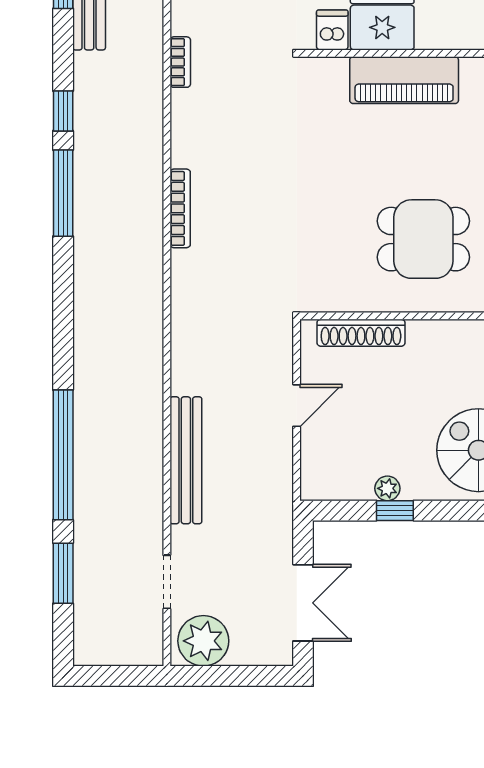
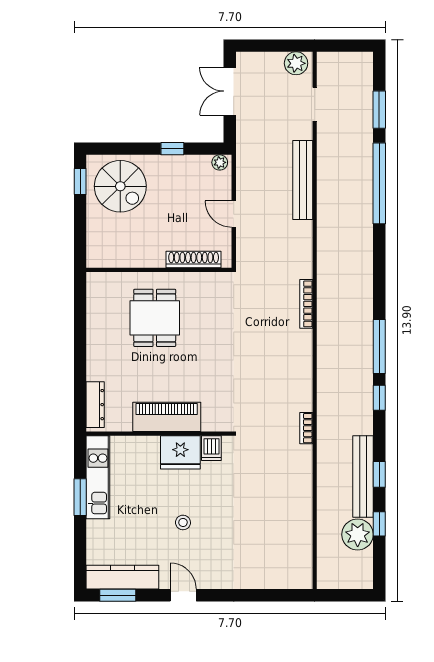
bookcase: (180, 208) -> (306, 304), moved
dining table: (423, 239) -> (155, 318), turned 90
door: (297, 406) -> (234, 214), hinge flipped
plant: (387, 488) -> (220, 162), moved
plant: (203, 641) -> (296, 63), width x0.73, depth x0.73

